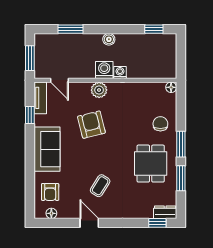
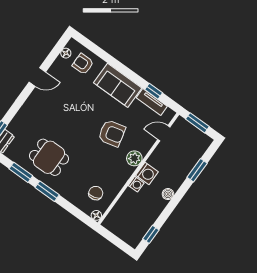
tv unit: (40, 98) -> (152, 102), moved
chair: (160, 124) -> (96, 193), moved, turned -104
coffee table: (100, 186) -> (60, 106), removed

